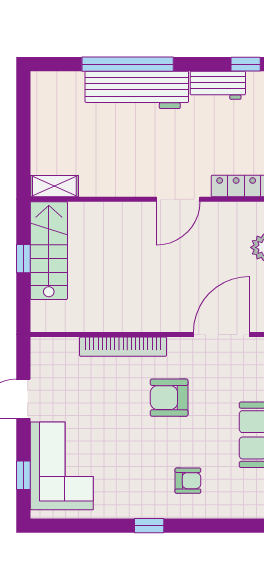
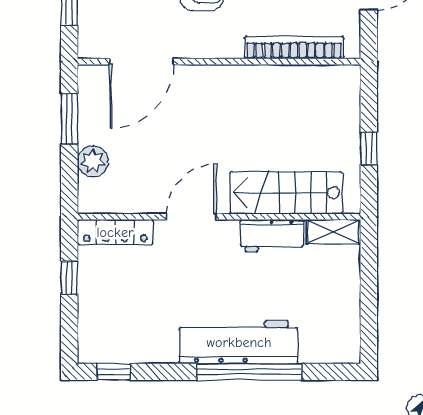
workbench: (218, 85) -> (272, 236), moved, turned 180
stairs: (49, 251) -> (286, 193), moved, turned 90
bookcase: (123, 347) -> (294, 48), moved

